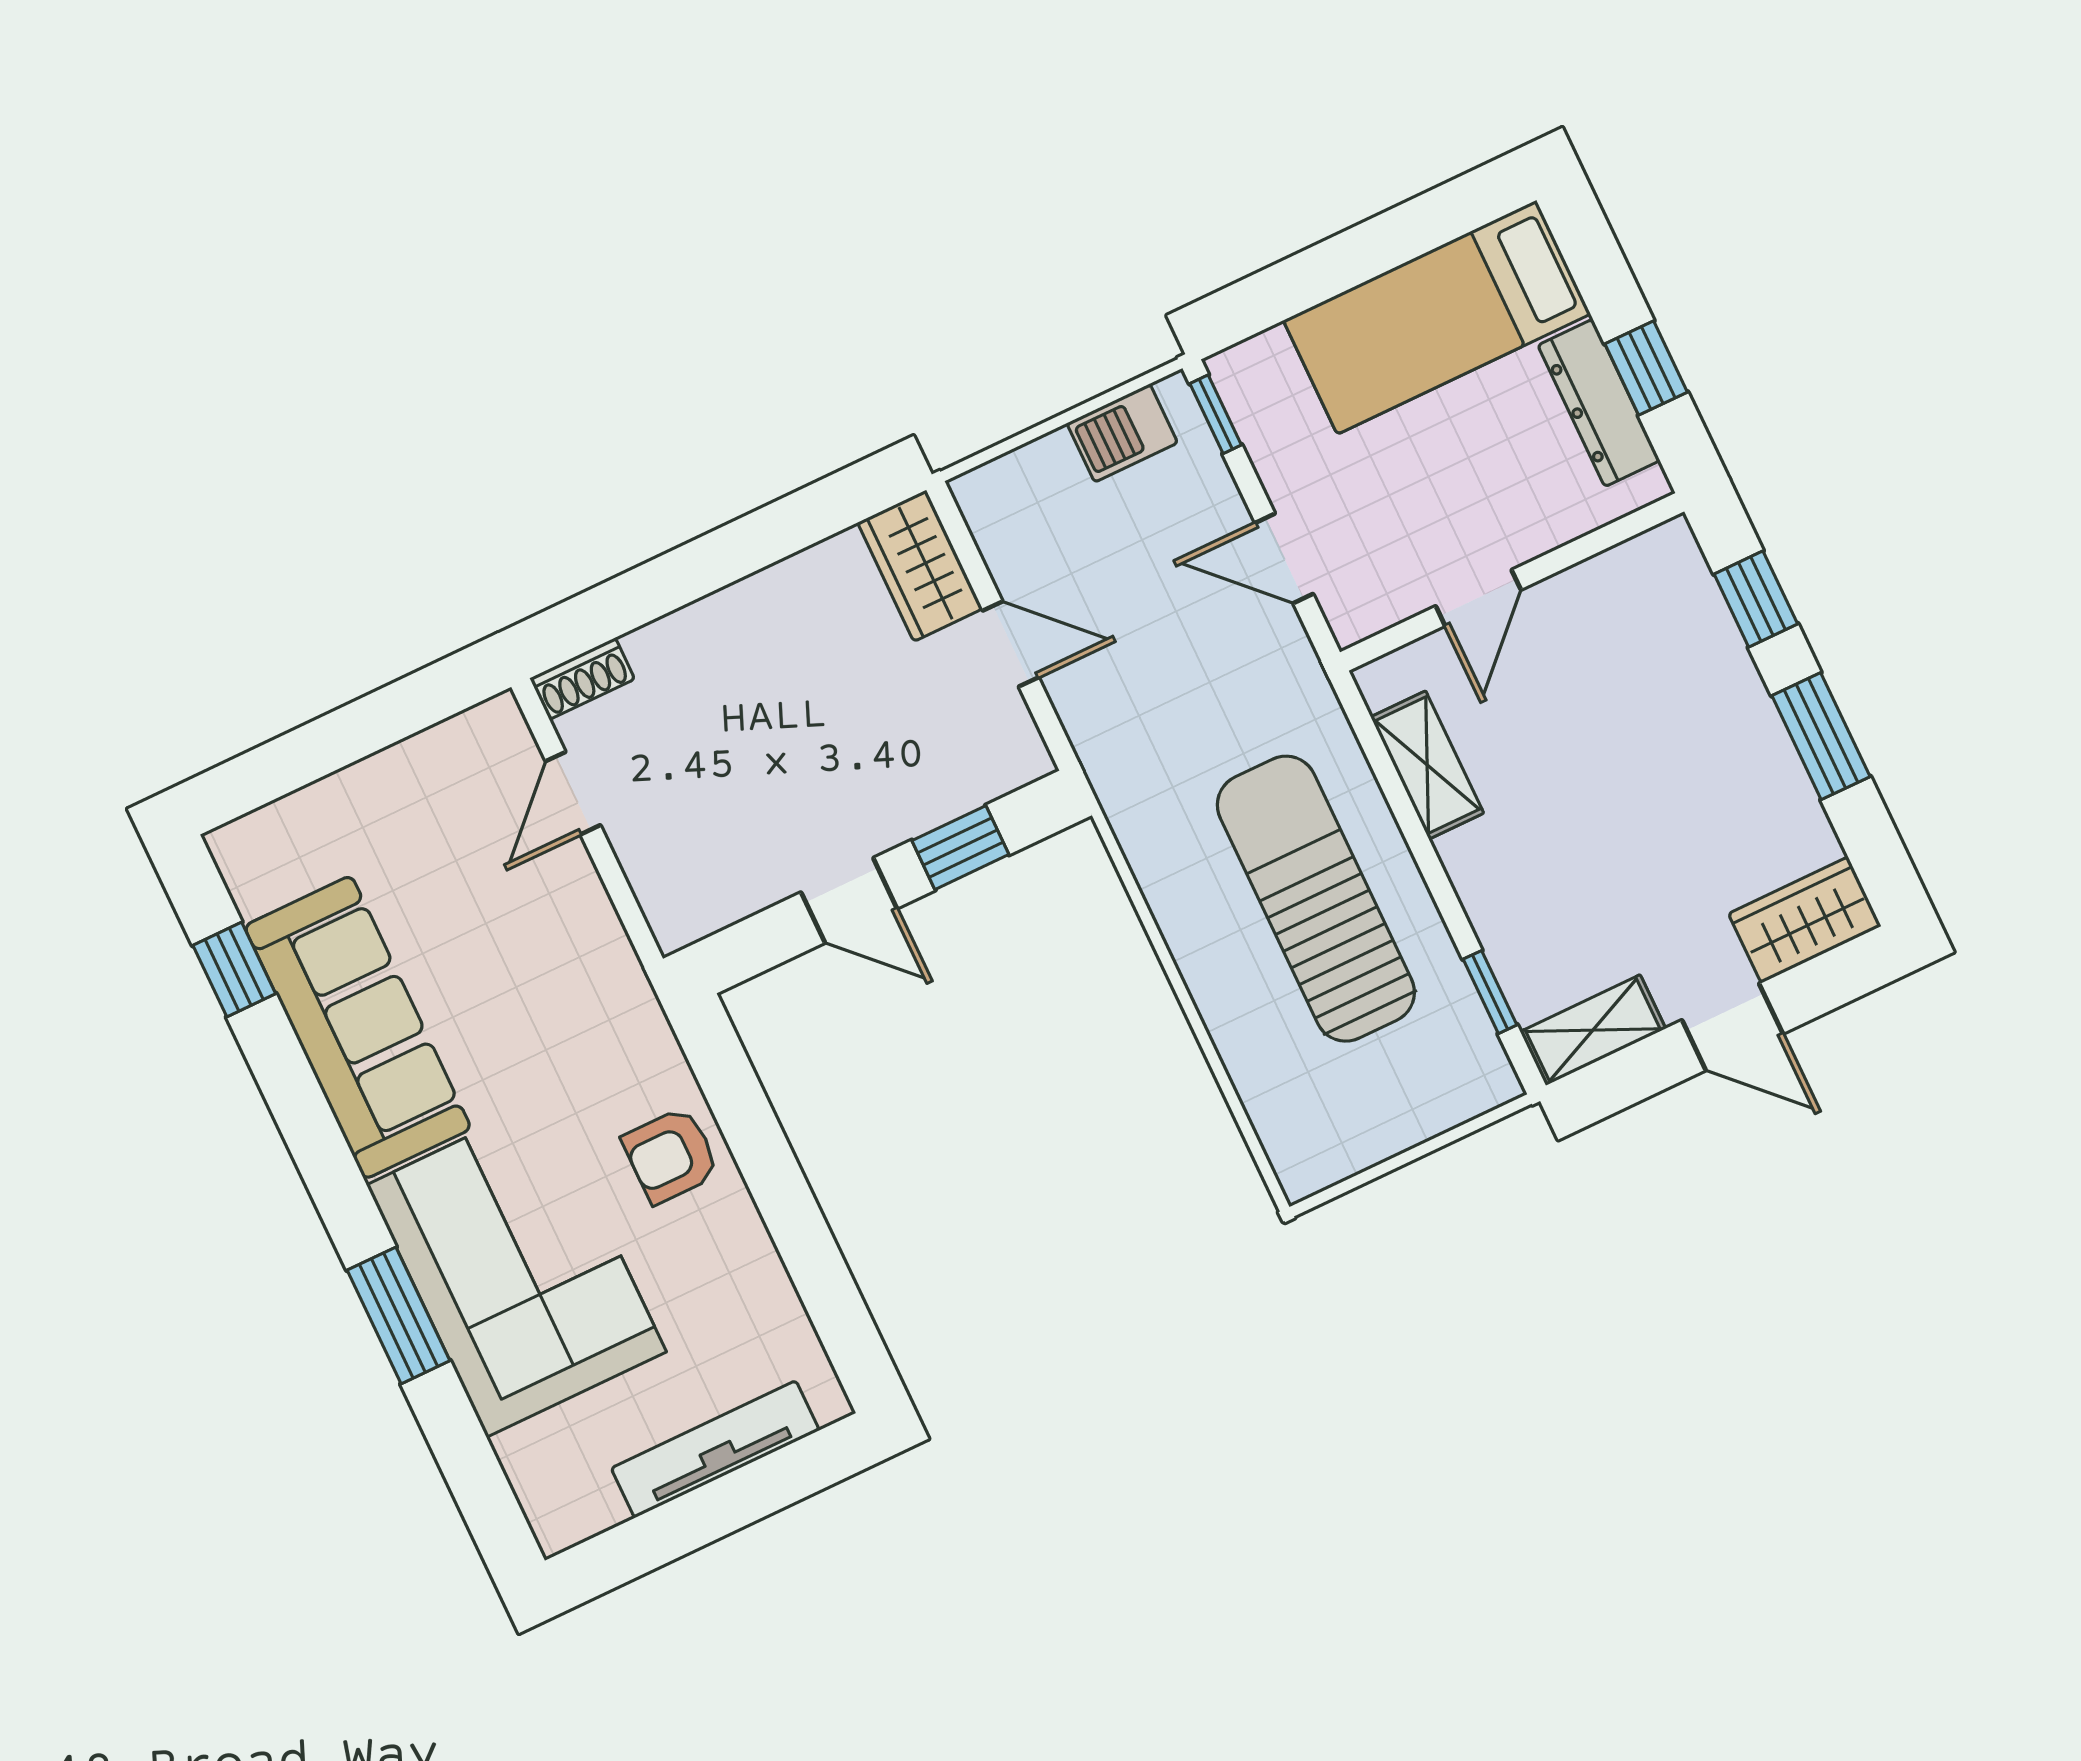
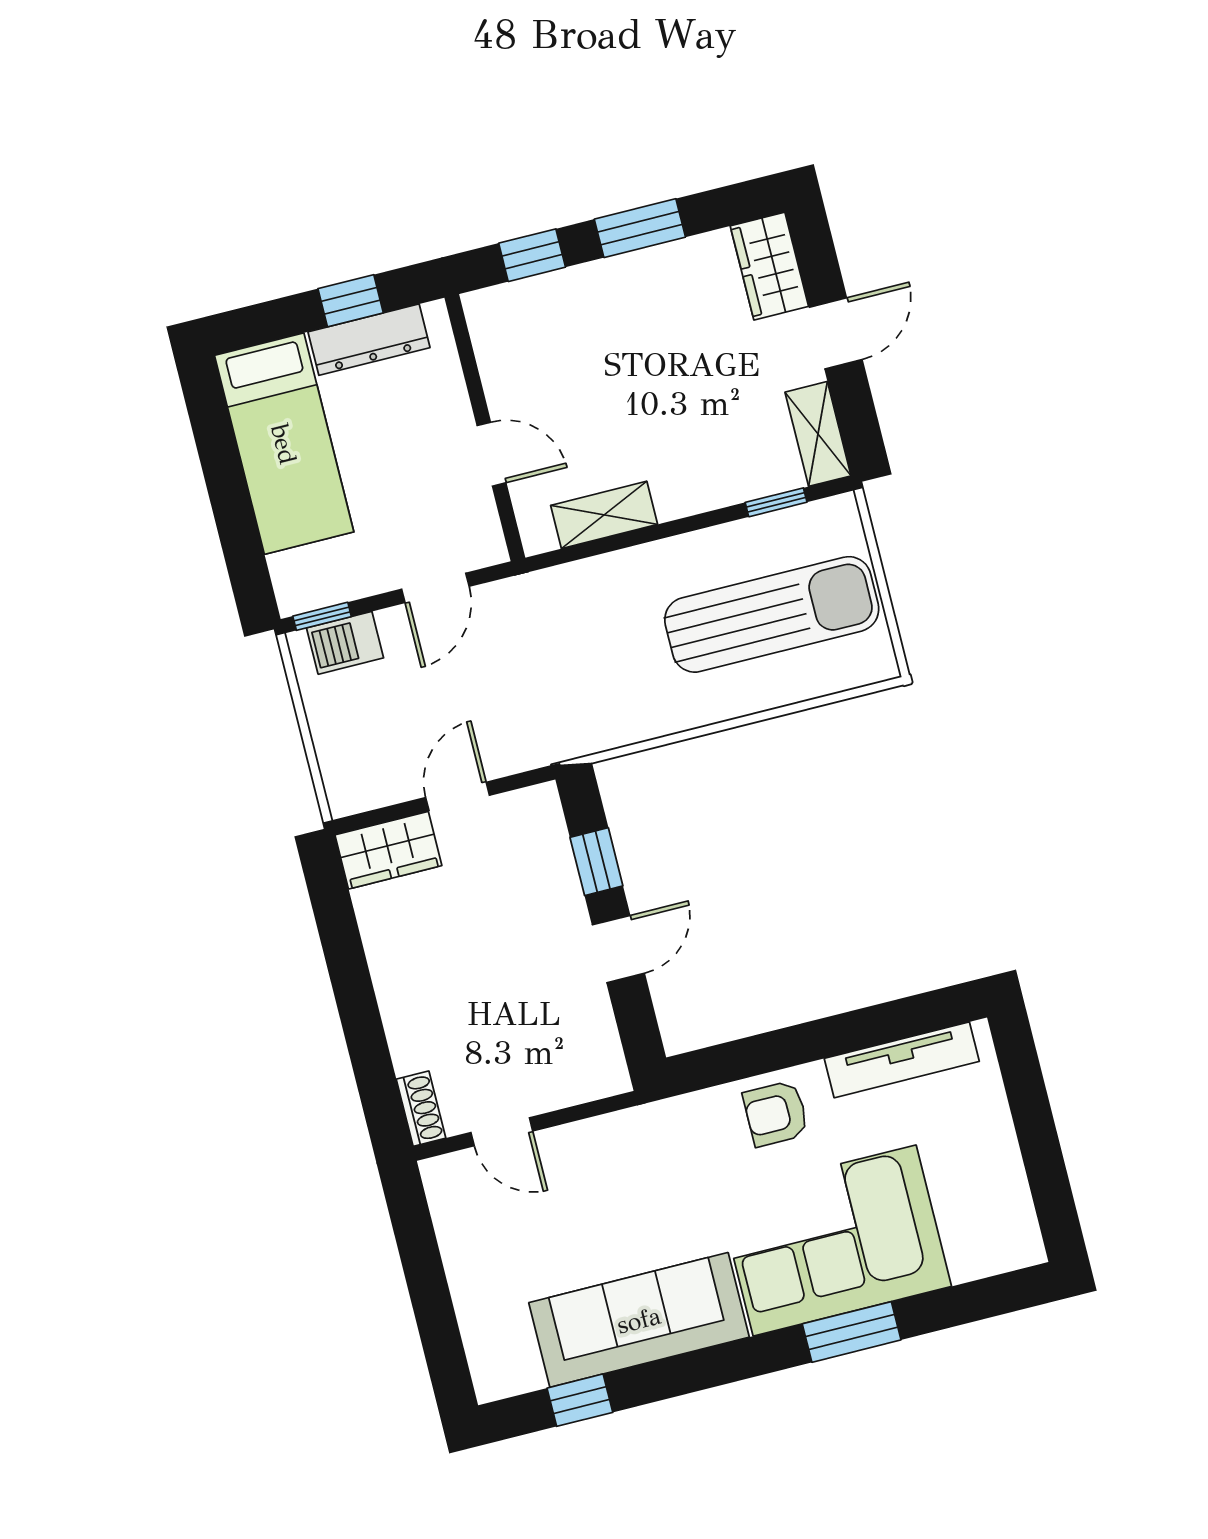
barbecue: (1122, 433) -> (345, 643), moved, turned 90
sun lounger: (1316, 899) -> (772, 614), moved, turned 180
armchair: (671, 1155) -> (776, 1113), turned 90
tv unit: (715, 1449) -> (902, 1060), moved, turned -90

